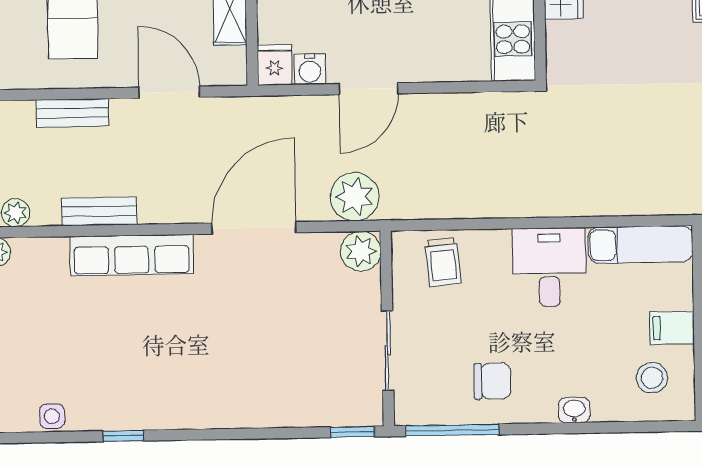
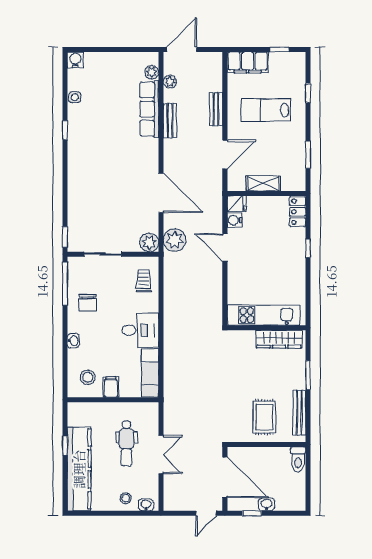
row of seats: (132, 255) -> (149, 109), moved
trolley: (443, 262) -> (143, 281), turned 95

